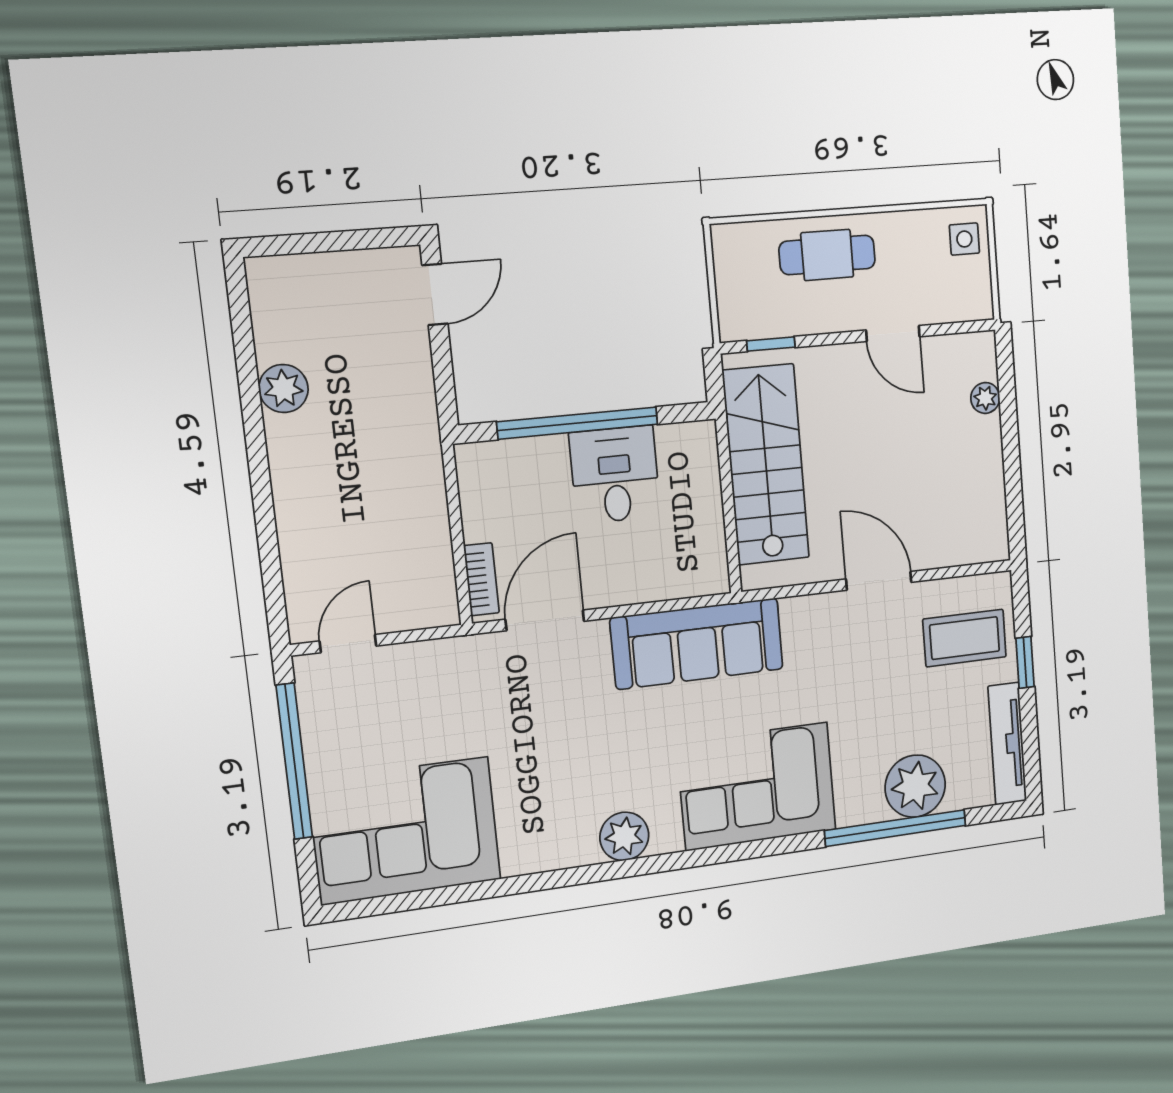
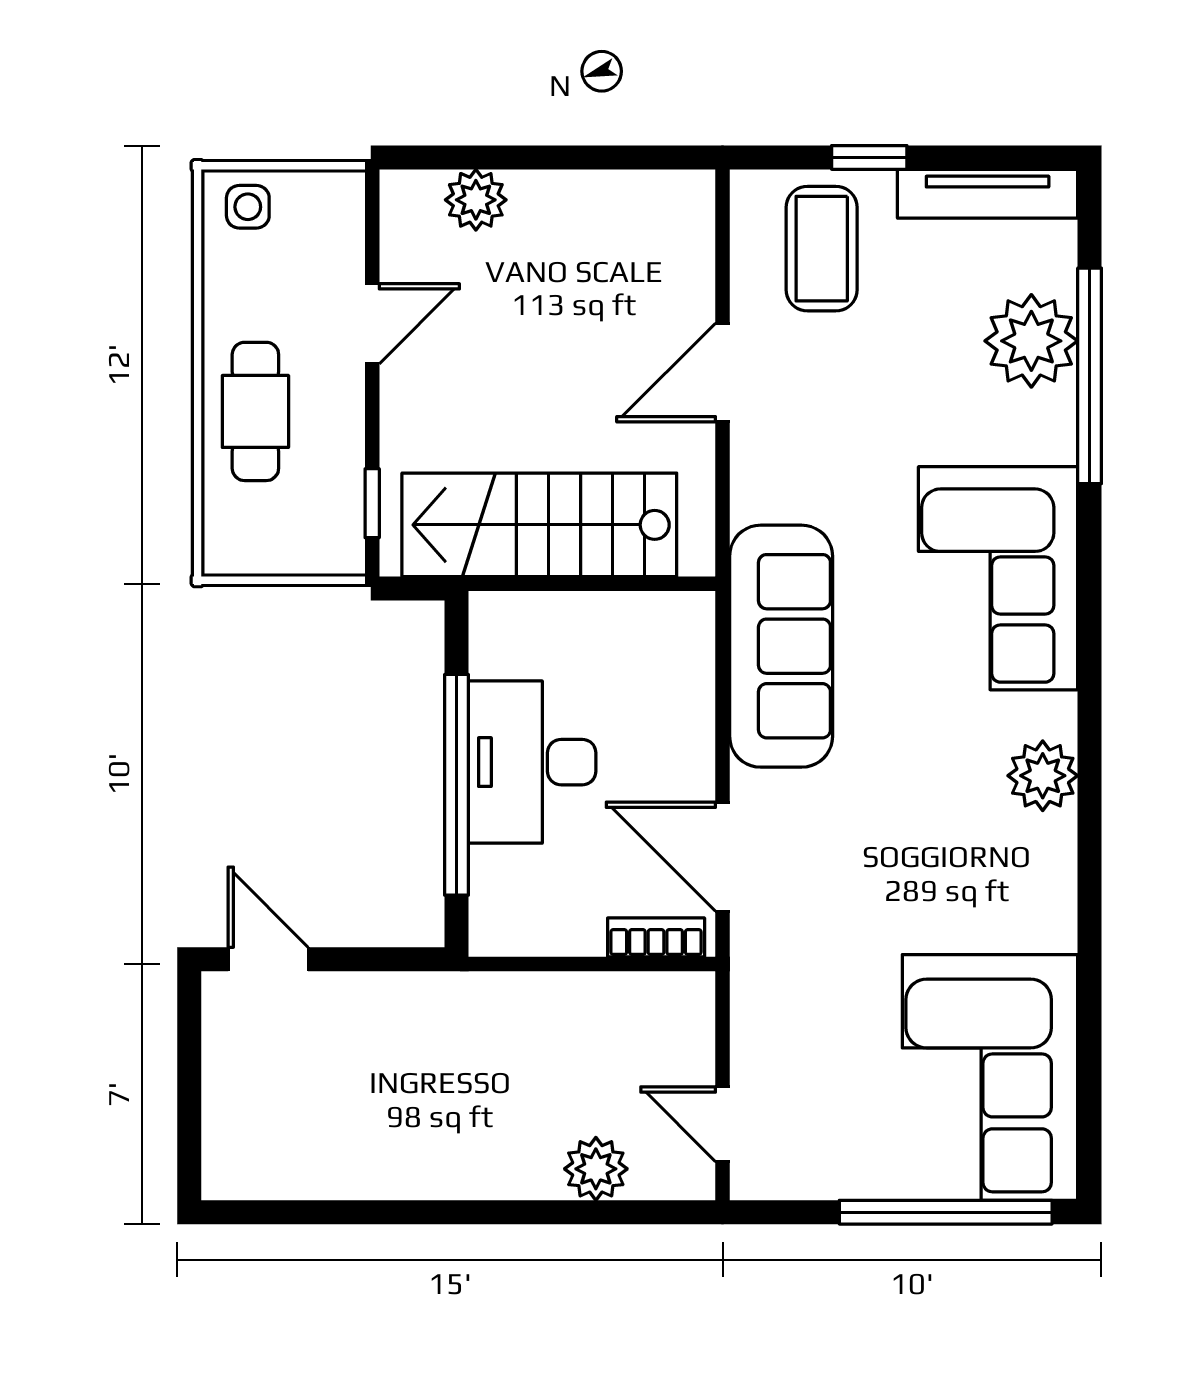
plant: (283, 389) -> (596, 1169), moved
plant: (985, 398) -> (476, 200), width x1.38, depth x1.38
desk: (615, 475) -> (532, 762), width x1.37
window: (294, 761) -> (946, 1212), moved

